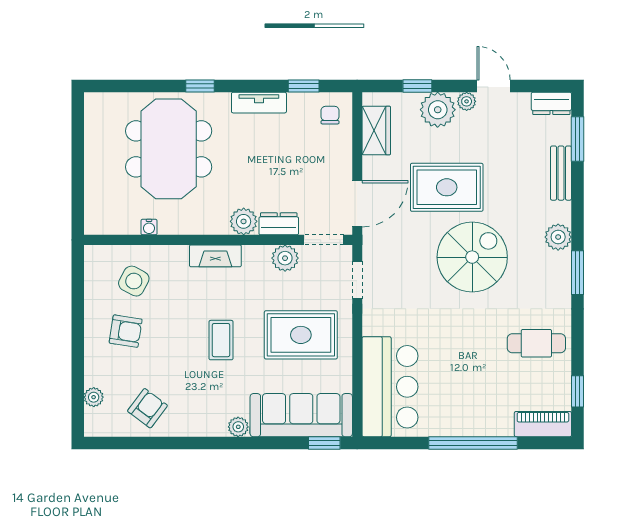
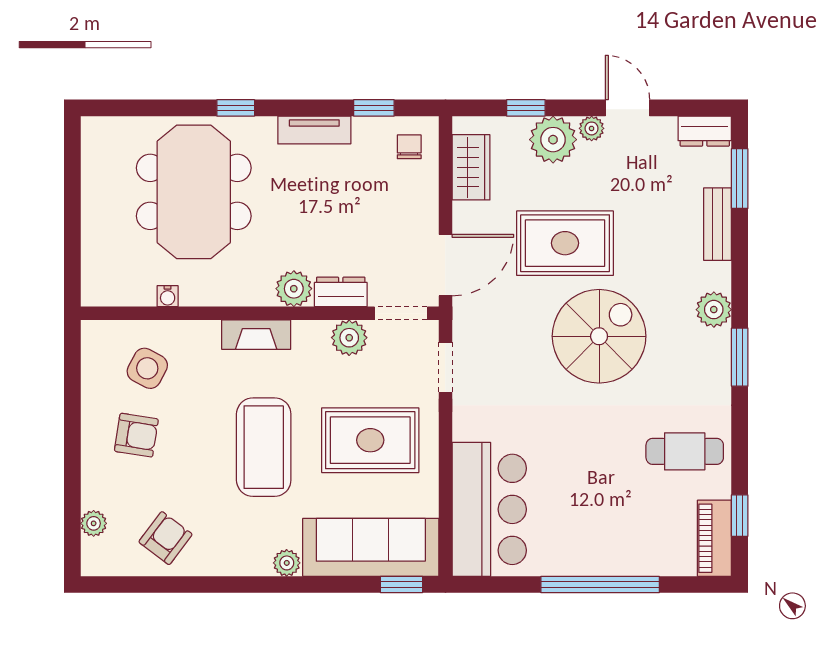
coffee table: (221, 340) -> (264, 447), width x1.86, depth x1.72
piano: (543, 424) -> (714, 538), moved, turned -90

